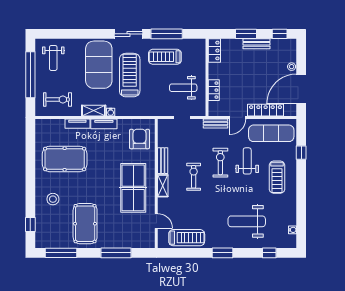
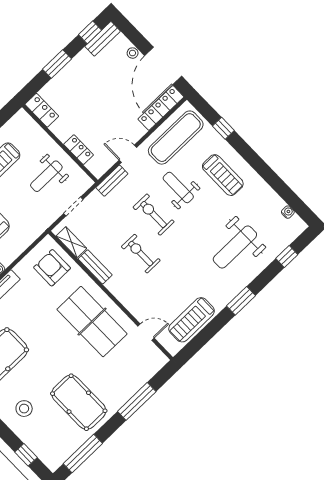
bench: (256, 44) -> (103, 39), moved
locker: (266, 110) -> (161, 108), moved
door: (238, 117) -> (128, 154), swing flipped
shelving: (163, 186) -> (71, 242), moved
treadmill: (187, 238) -> (192, 320), turned 180

